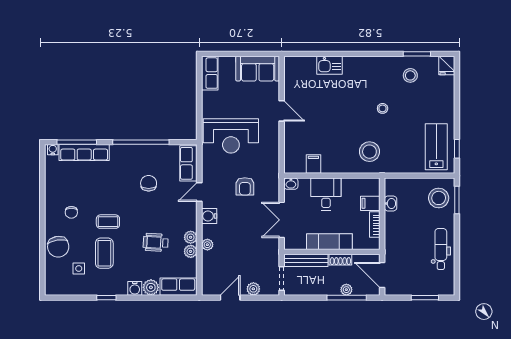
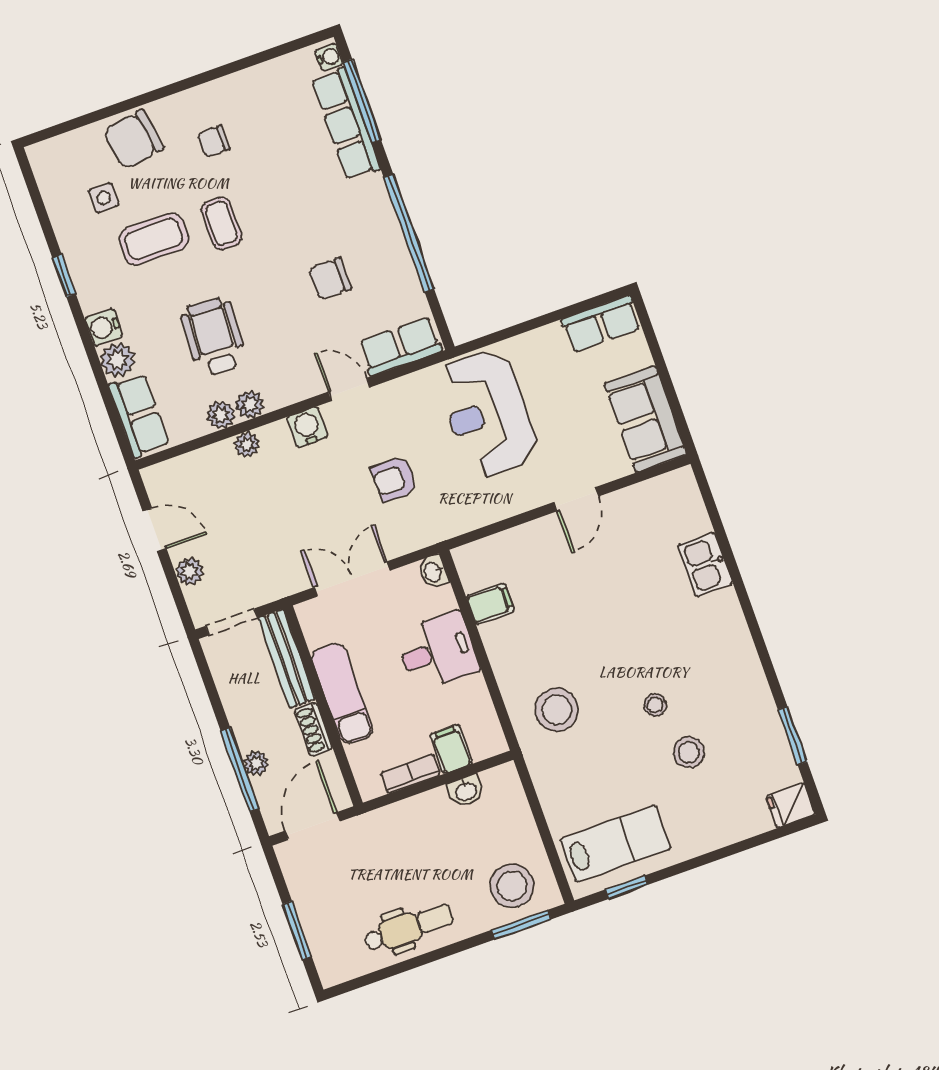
stool: (410, 75) -> (689, 752), moved
chair: (149, 183) -> (330, 279), turned 180
wheelchair: (156, 242) -> (214, 337), width x1.36, depth x1.37

